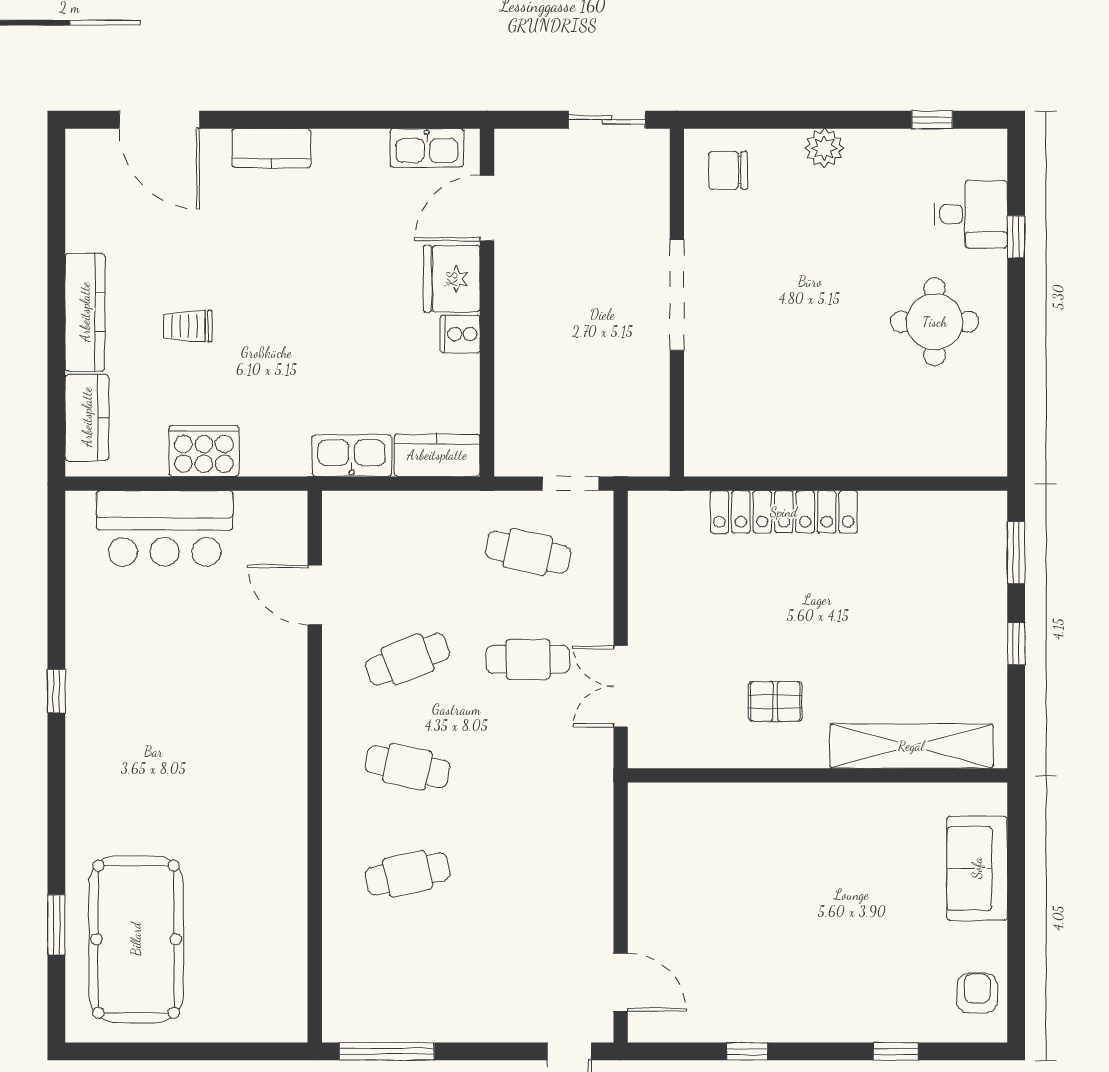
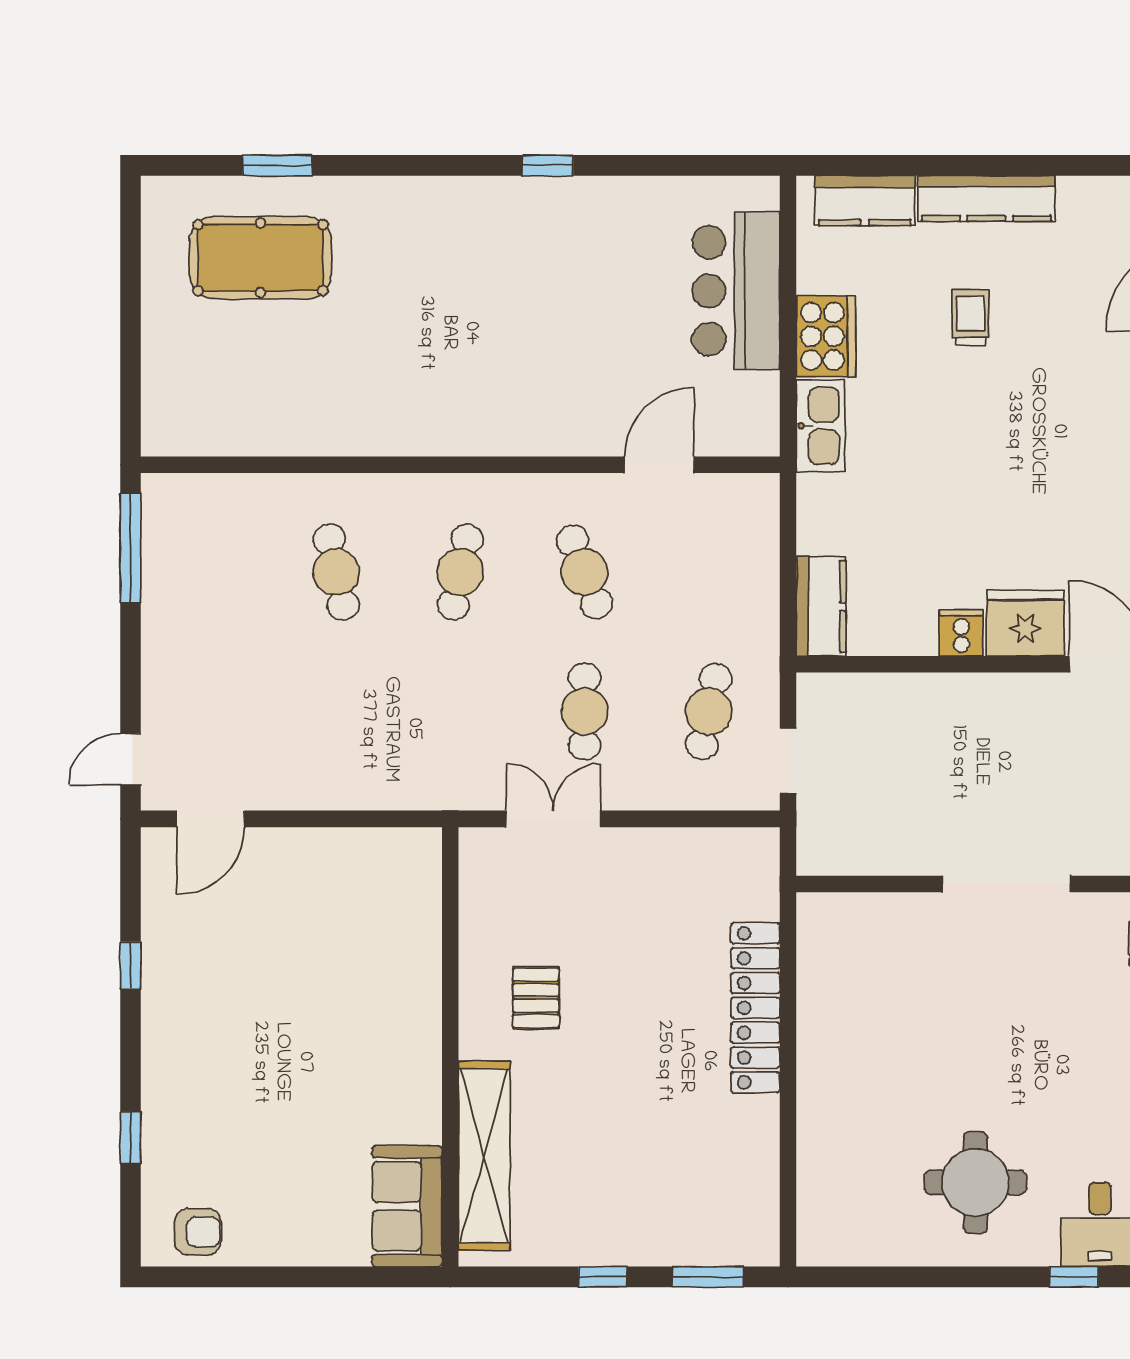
kitchen sink: (352, 456) -> (820, 426), moved
sofa: (977, 868) -> (407, 1206), moved, turned -90
pool table: (136, 939) -> (260, 258), width x0.73, depth x0.76

